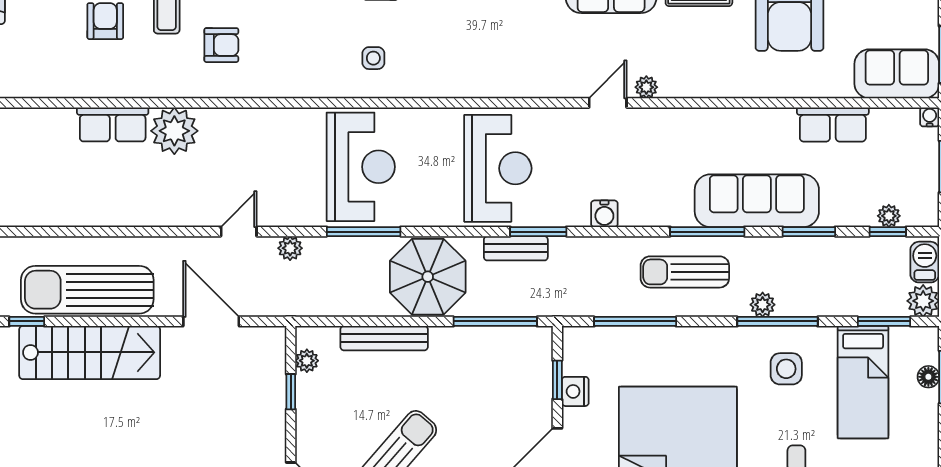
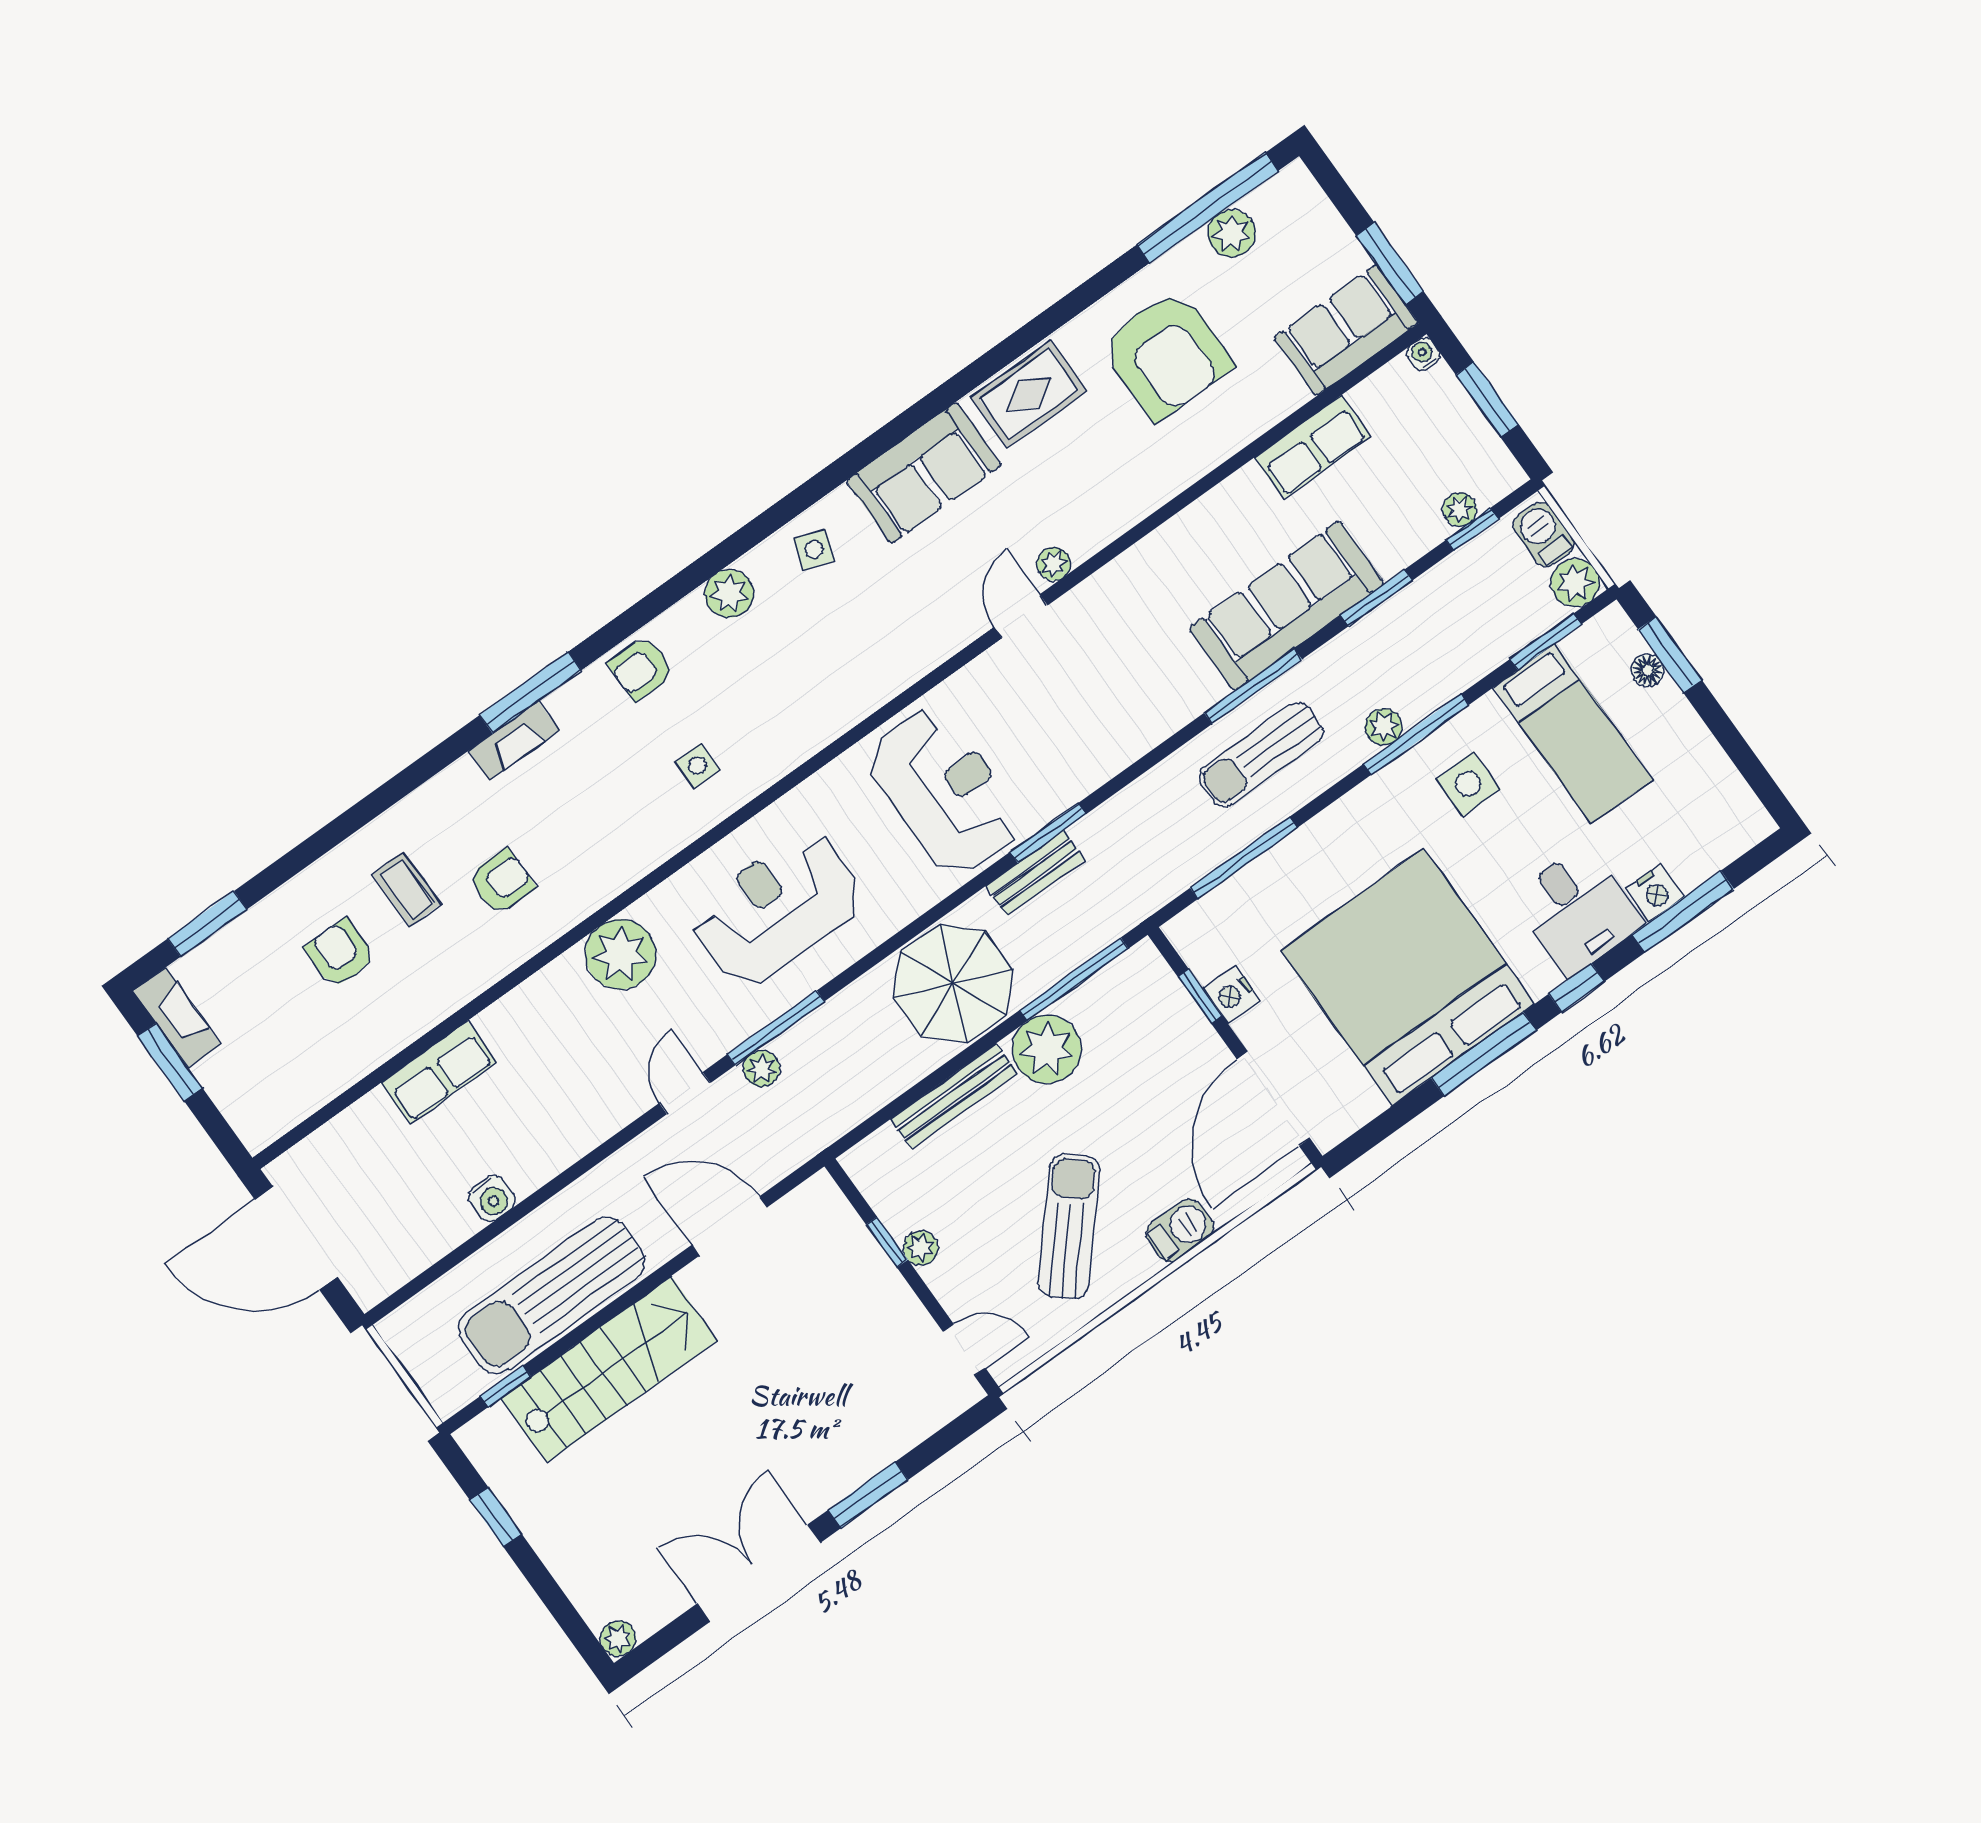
plant: (174, 131) -> (620, 954), moved
reception desk: (361, 167) -> (777, 909), turned -90
water cooler: (604, 214) -> (492, 1198), moved
window: (364, 232) -> (776, 1028), moved
plant: (453, 349) -> (1047, 1049), added
plant: (307, 361) -> (921, 1248), moved

